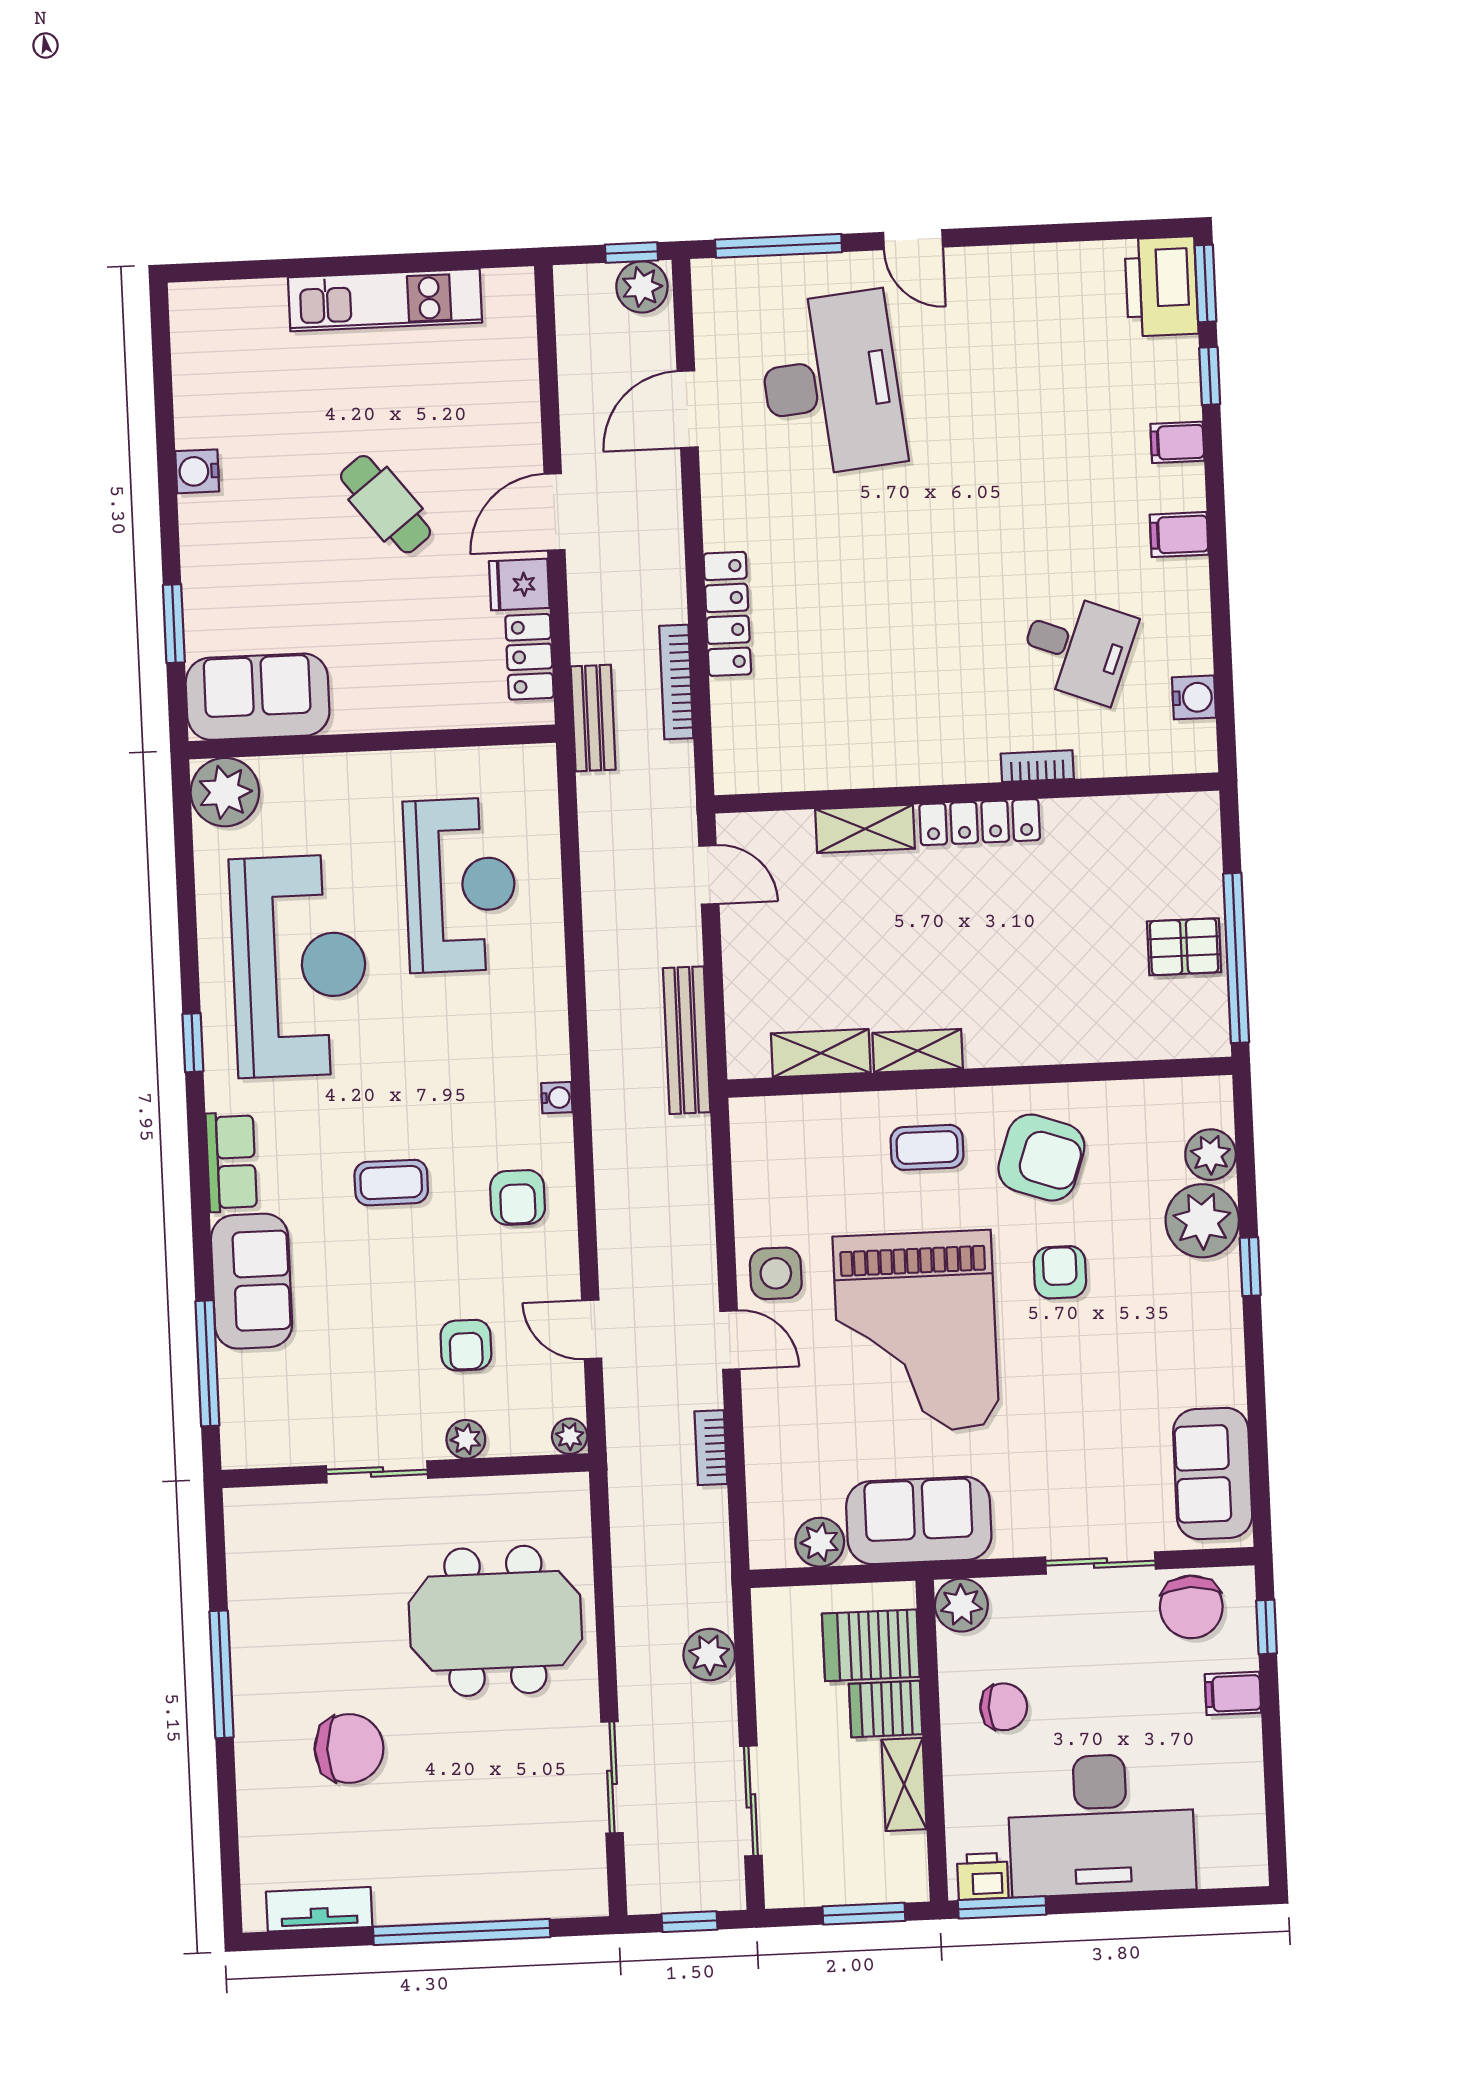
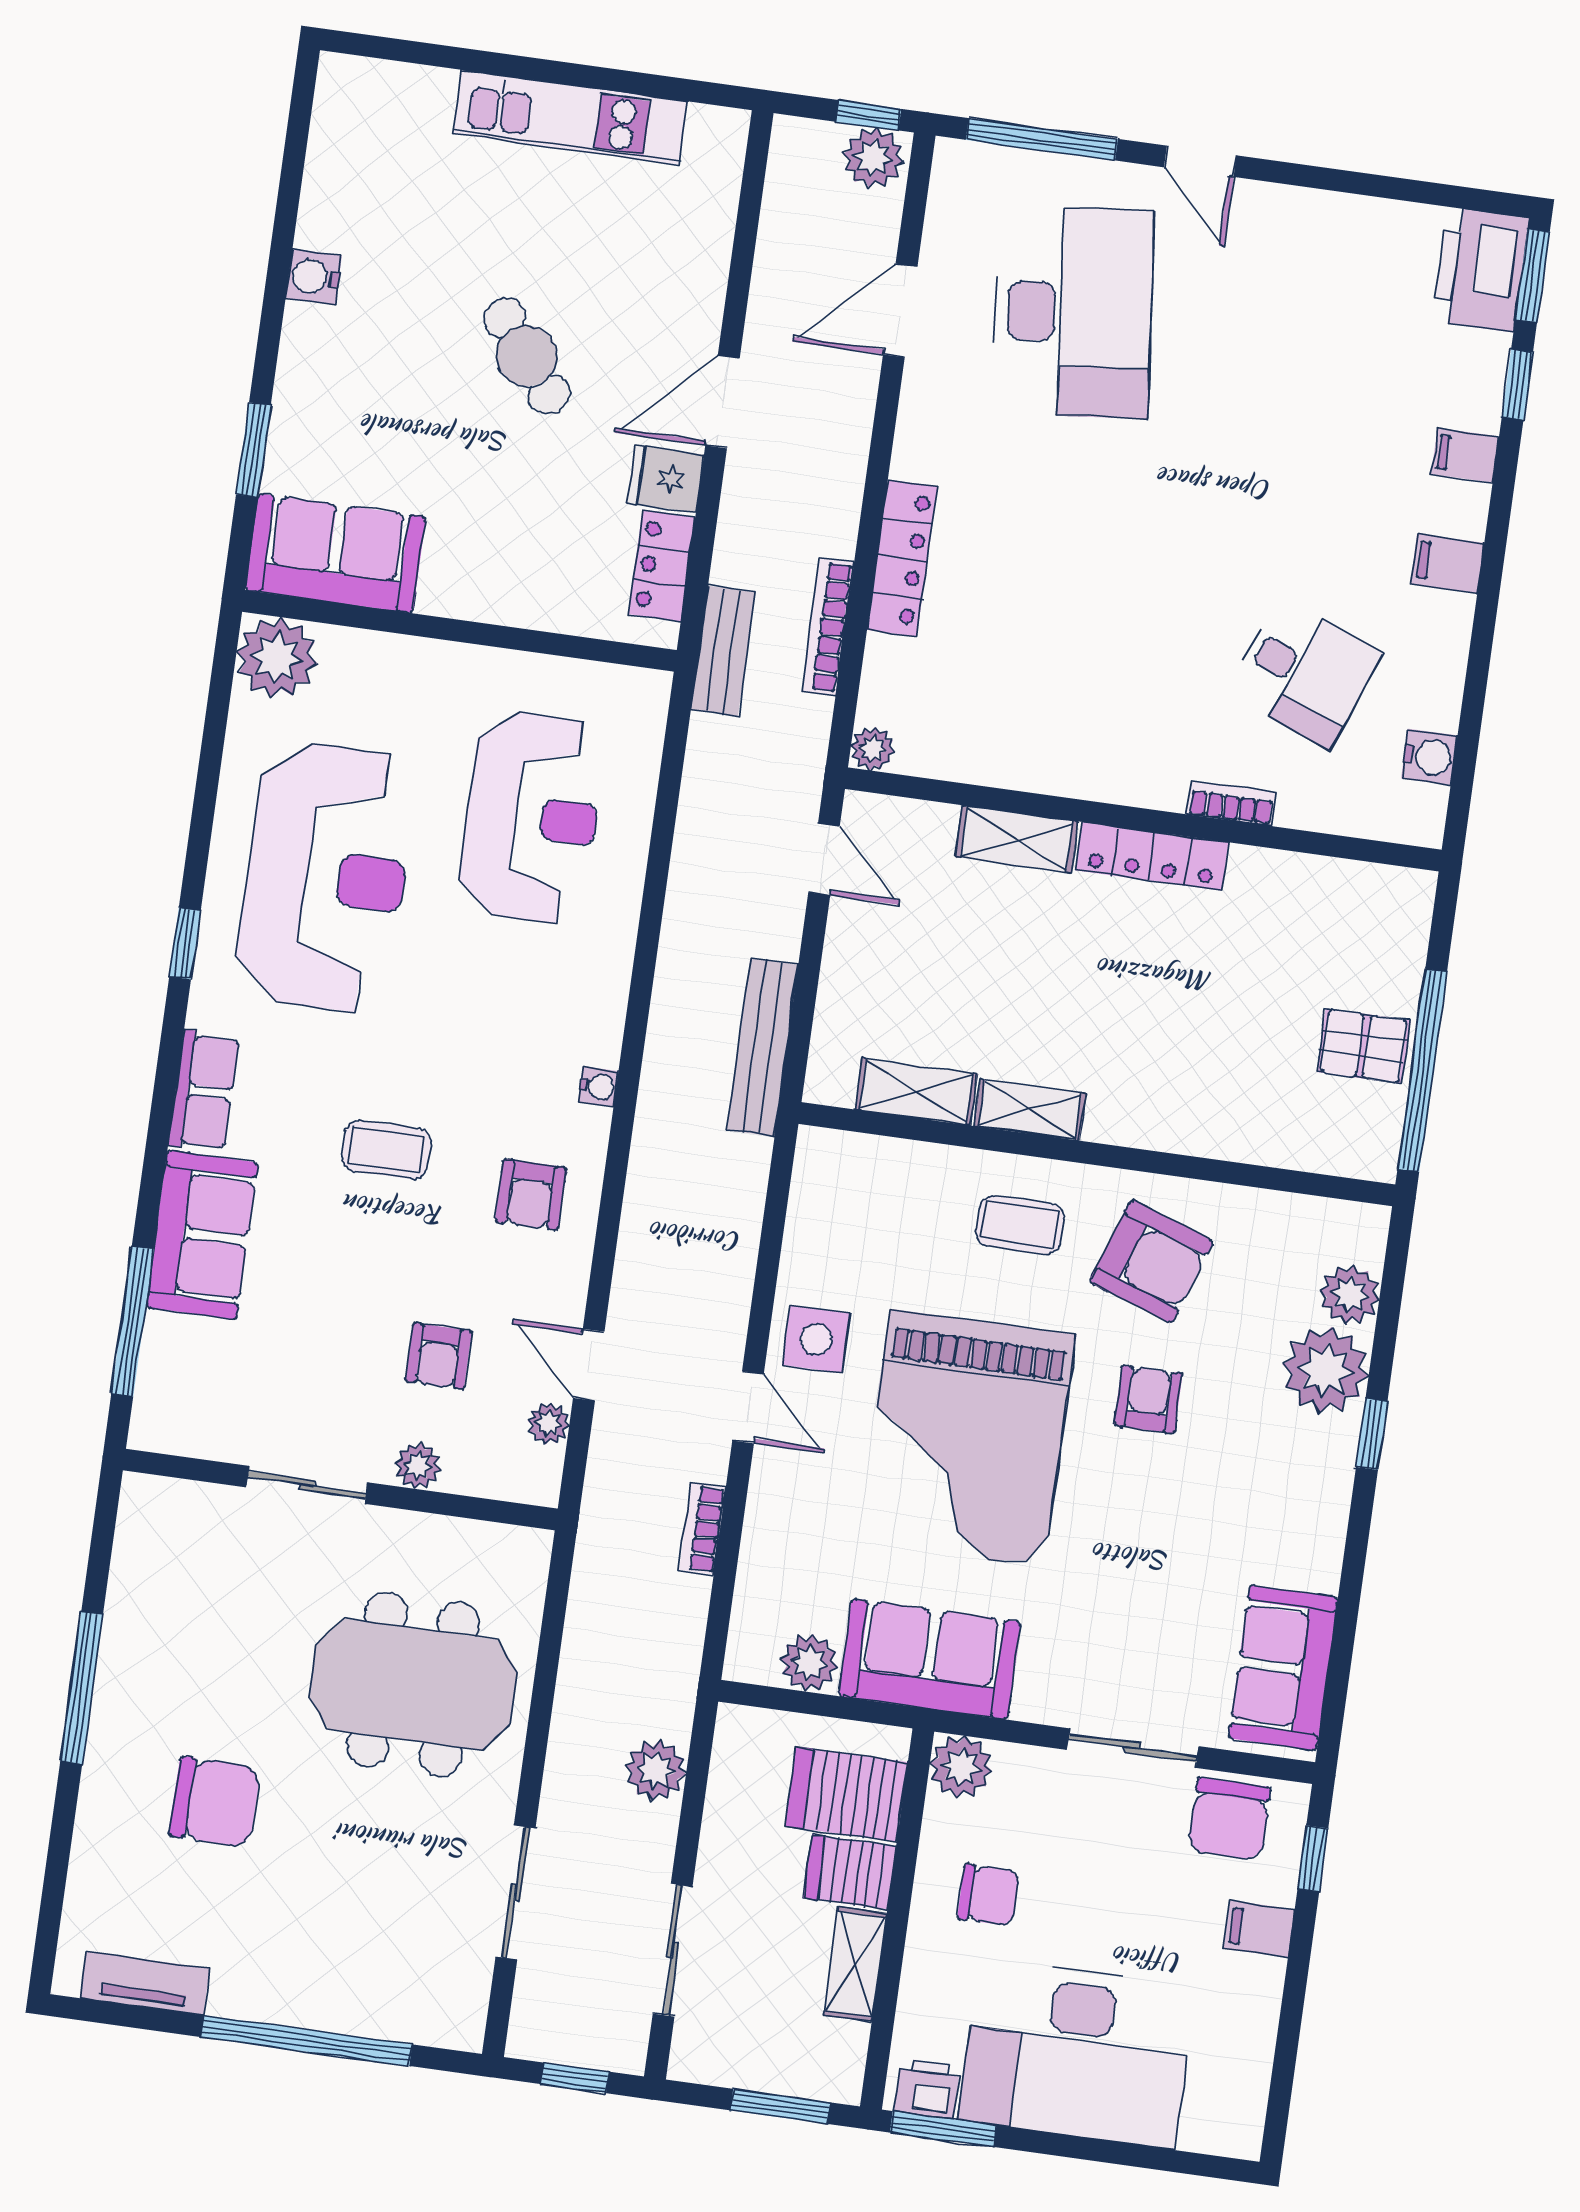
plant: (732, 776) -> (873, 749), added
plant: (570, 1436) -> (548, 1424), moved

